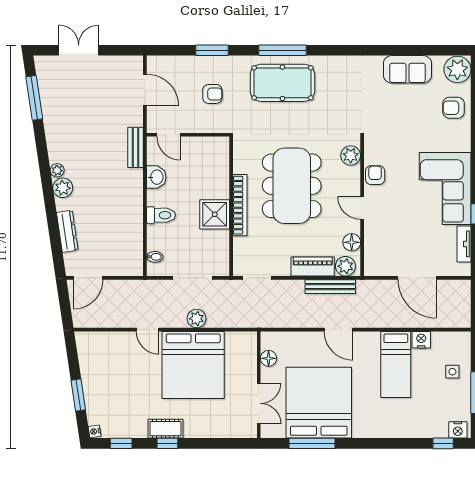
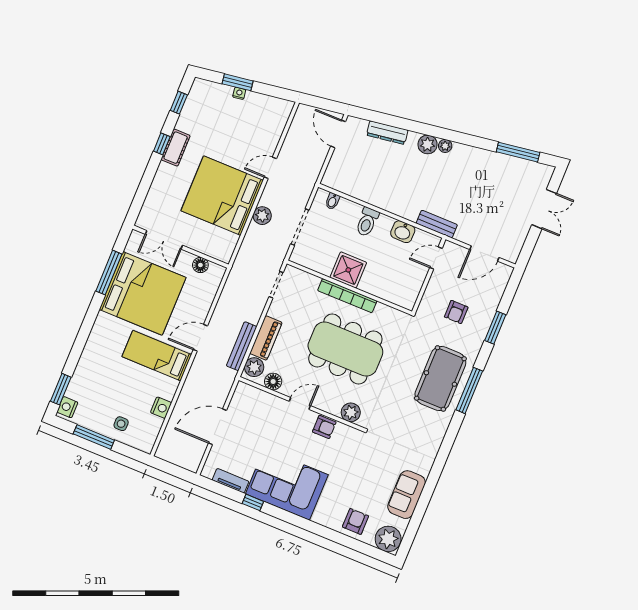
bed: (396, 364) -> (157, 356), moved
nightstand: (94, 431) -> (239, 93), moved
window: (443, 443) -> (61, 389), width x1.50

